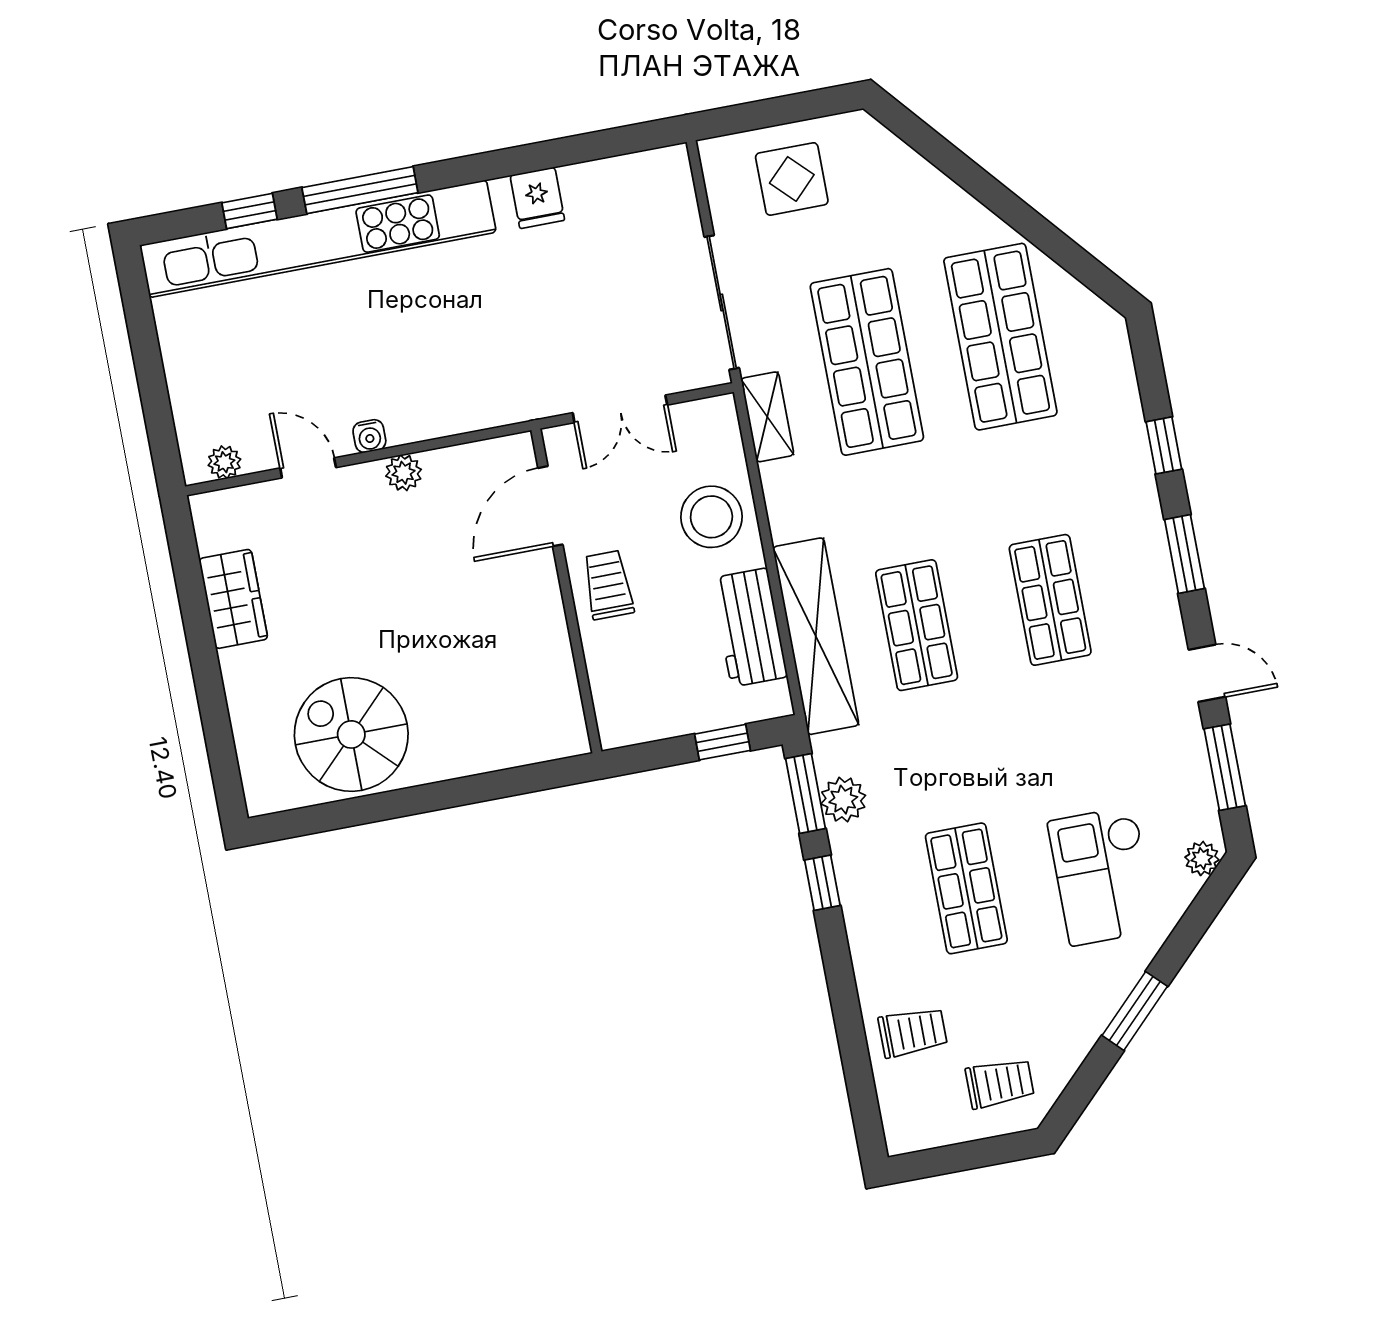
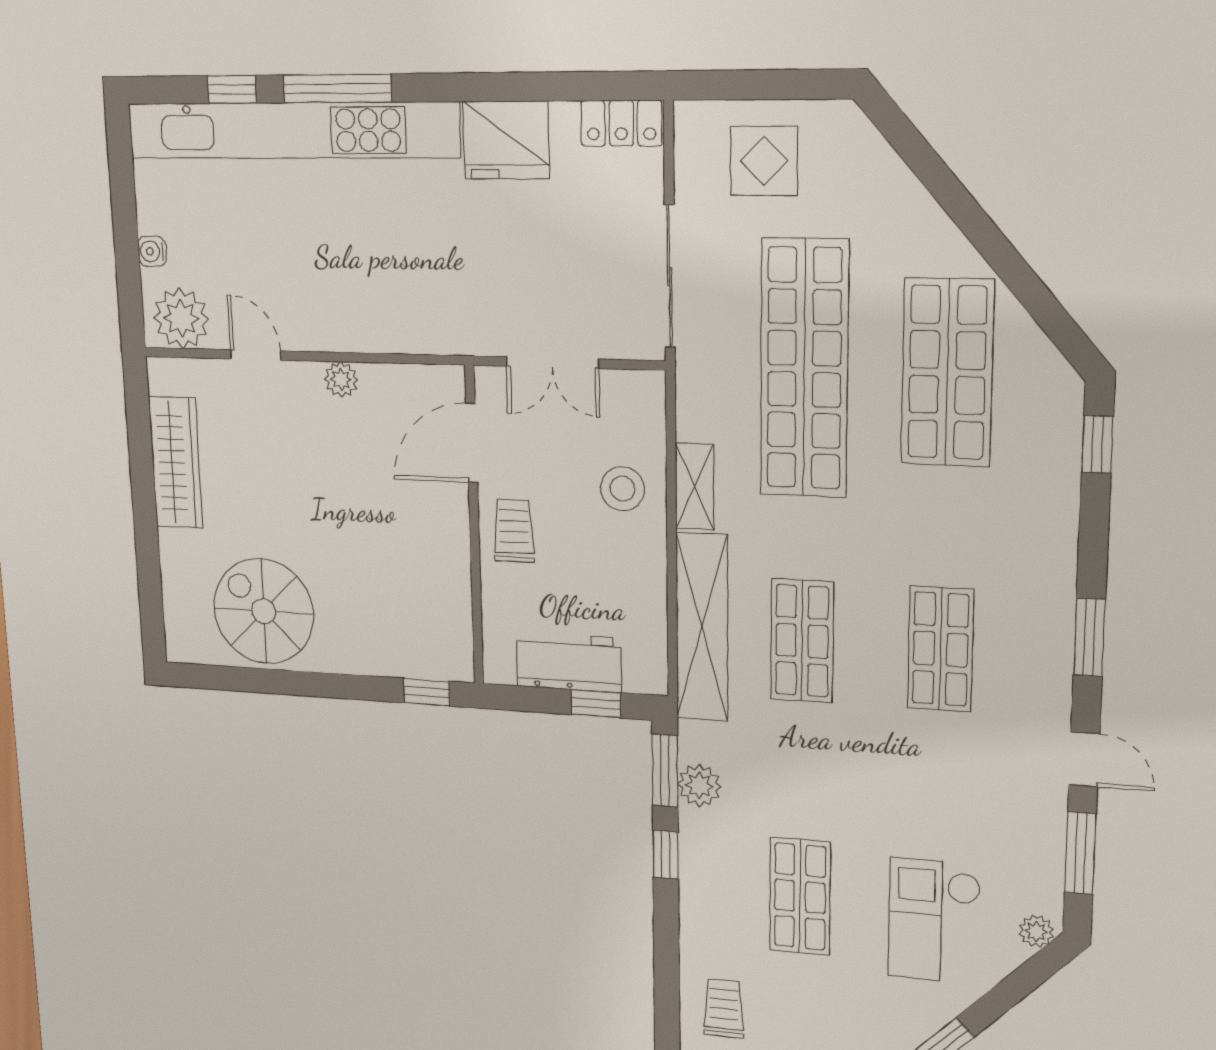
locker: (650, 170) -> (621, 123), added
fridge: (537, 198) -> (506, 140), width x1.88, depth x1.34
shop shelf: (867, 362) -> (804, 369), width x1.40
shelving: (767, 417) -> (695, 486), moved
water cooler: (369, 436) -> (152, 251), moved, turned 90
window: (1164, 445) -> (1097, 444), moved
plant: (224, 462) -> (181, 318), width x1.87, depth x1.87
stool: (711, 517) -> (622, 489), width x0.73, depth x0.73
wardrobe: (233, 599) -> (176, 463), width x1.50
workbench: (749, 627) -> (569, 662), moved, turned 90
window: (542, 776) -> (427, 692), added
trolley: (913, 1032) -> (724, 1008), turned -90

